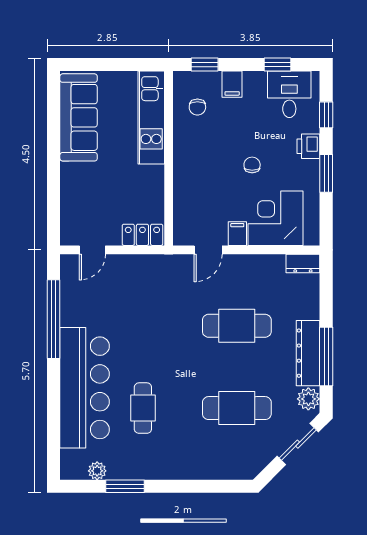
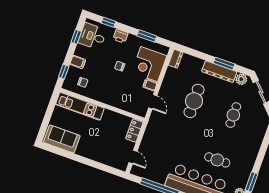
sofa: (79, 117) -> (62, 139), width x0.73
window: (326, 173) -> (147, 36), moved
window: (326, 356) -> (224, 64), width x0.69
cafe table: (237, 408) -> (233, 115), width x0.73, depth x0.74

